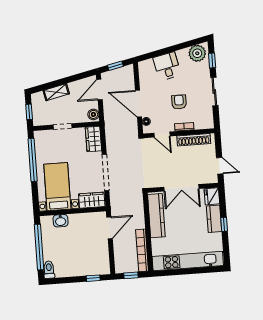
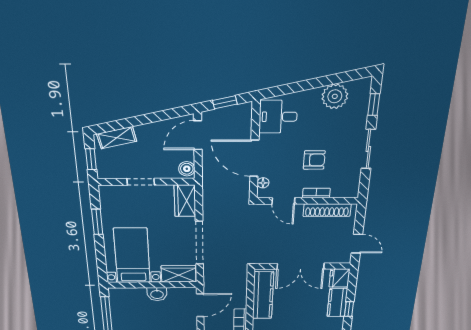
plant: (197, 53) -> (335, 96), moved
desk: (167, 66) -> (278, 117), moved, turned -78
shelving: (56, 92) -> (117, 138), moved
armchair: (179, 102) -> (314, 160), turned 90
window: (33, 160) -> (97, 222), width x0.47
washbasin: (61, 221) -> (157, 294), moved

